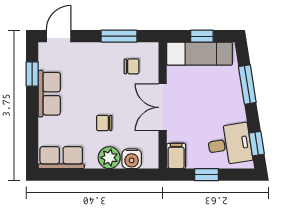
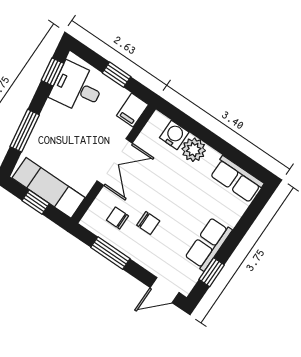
chair: (104, 123) -> (148, 223), moved

